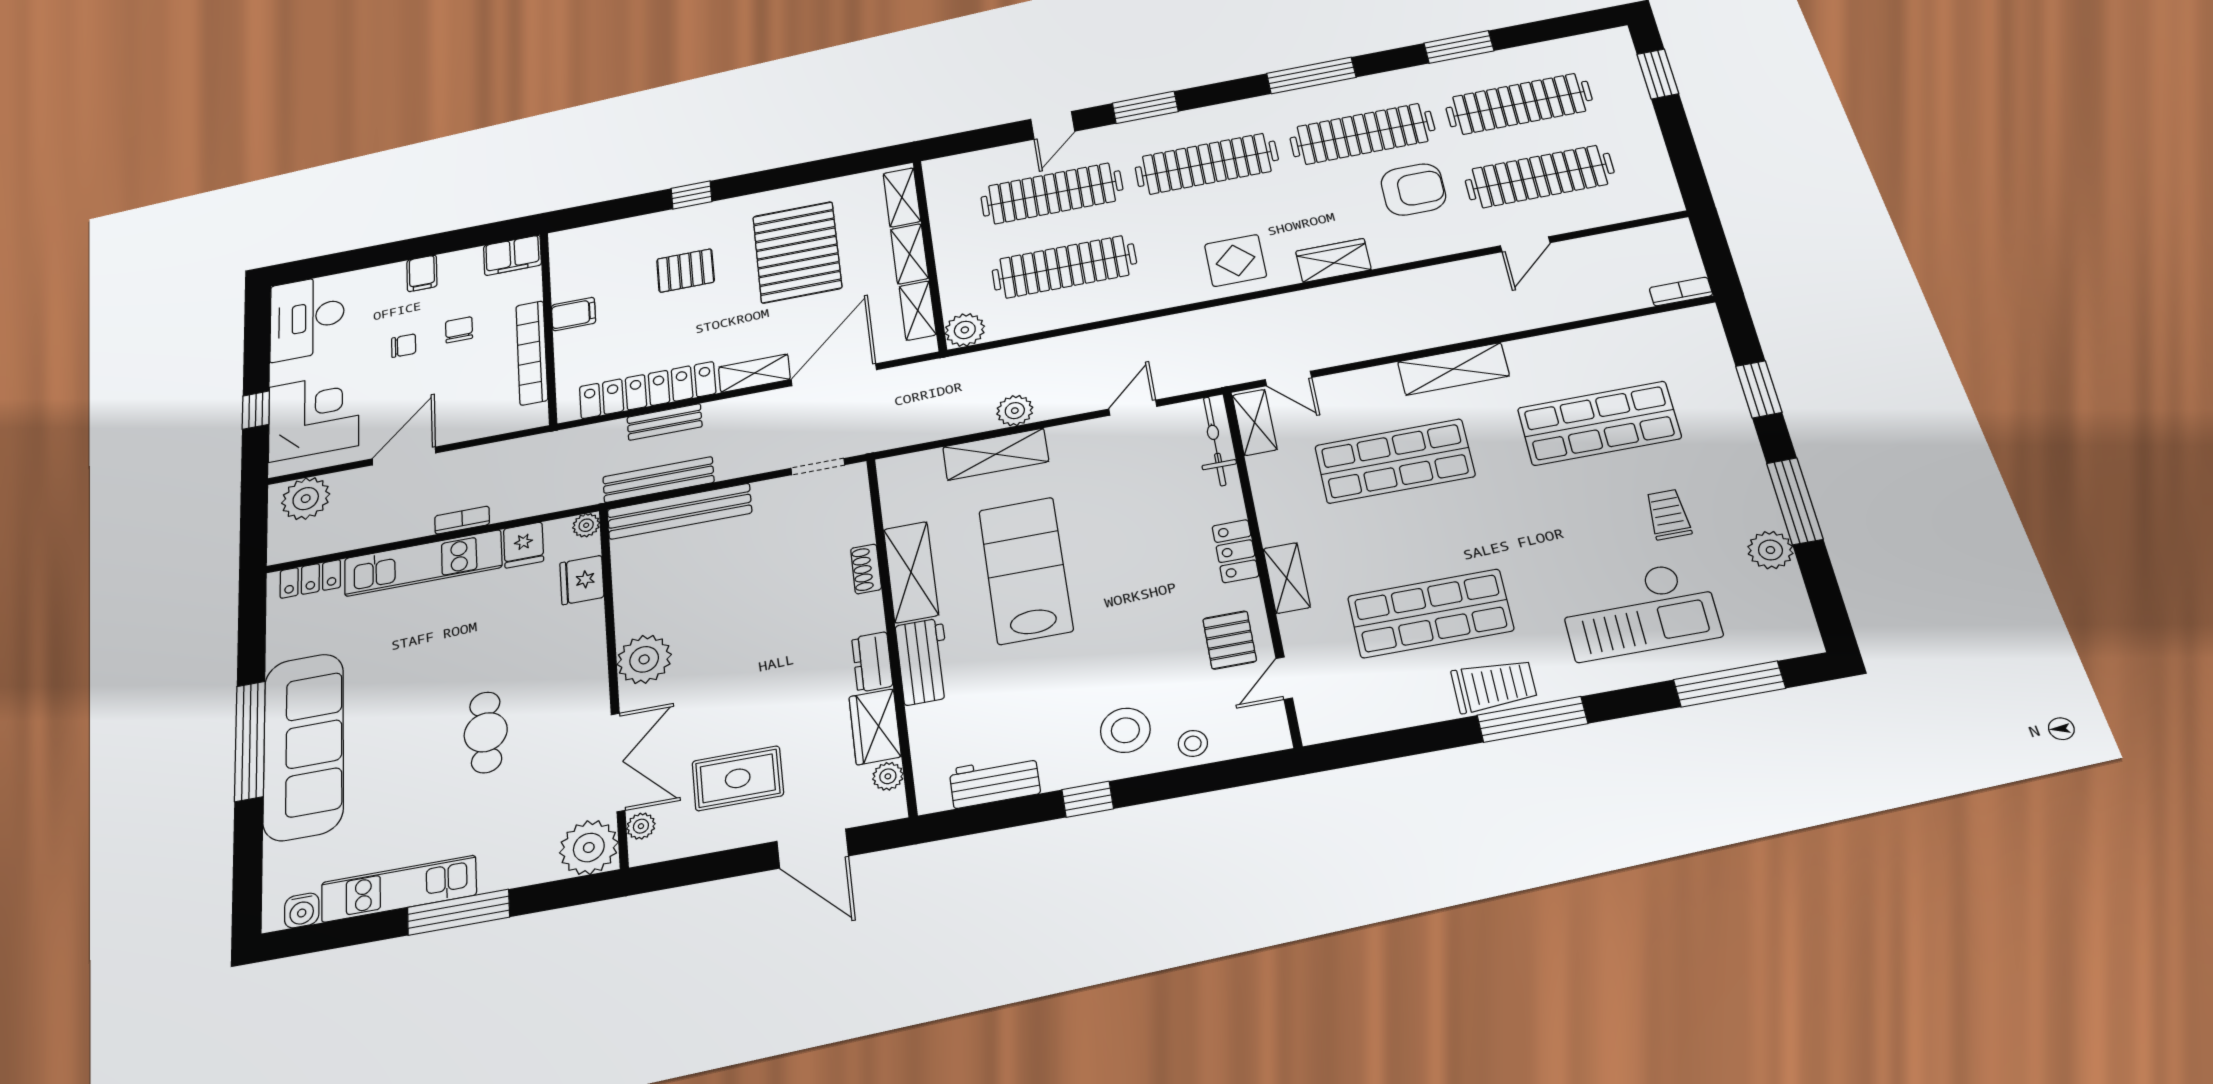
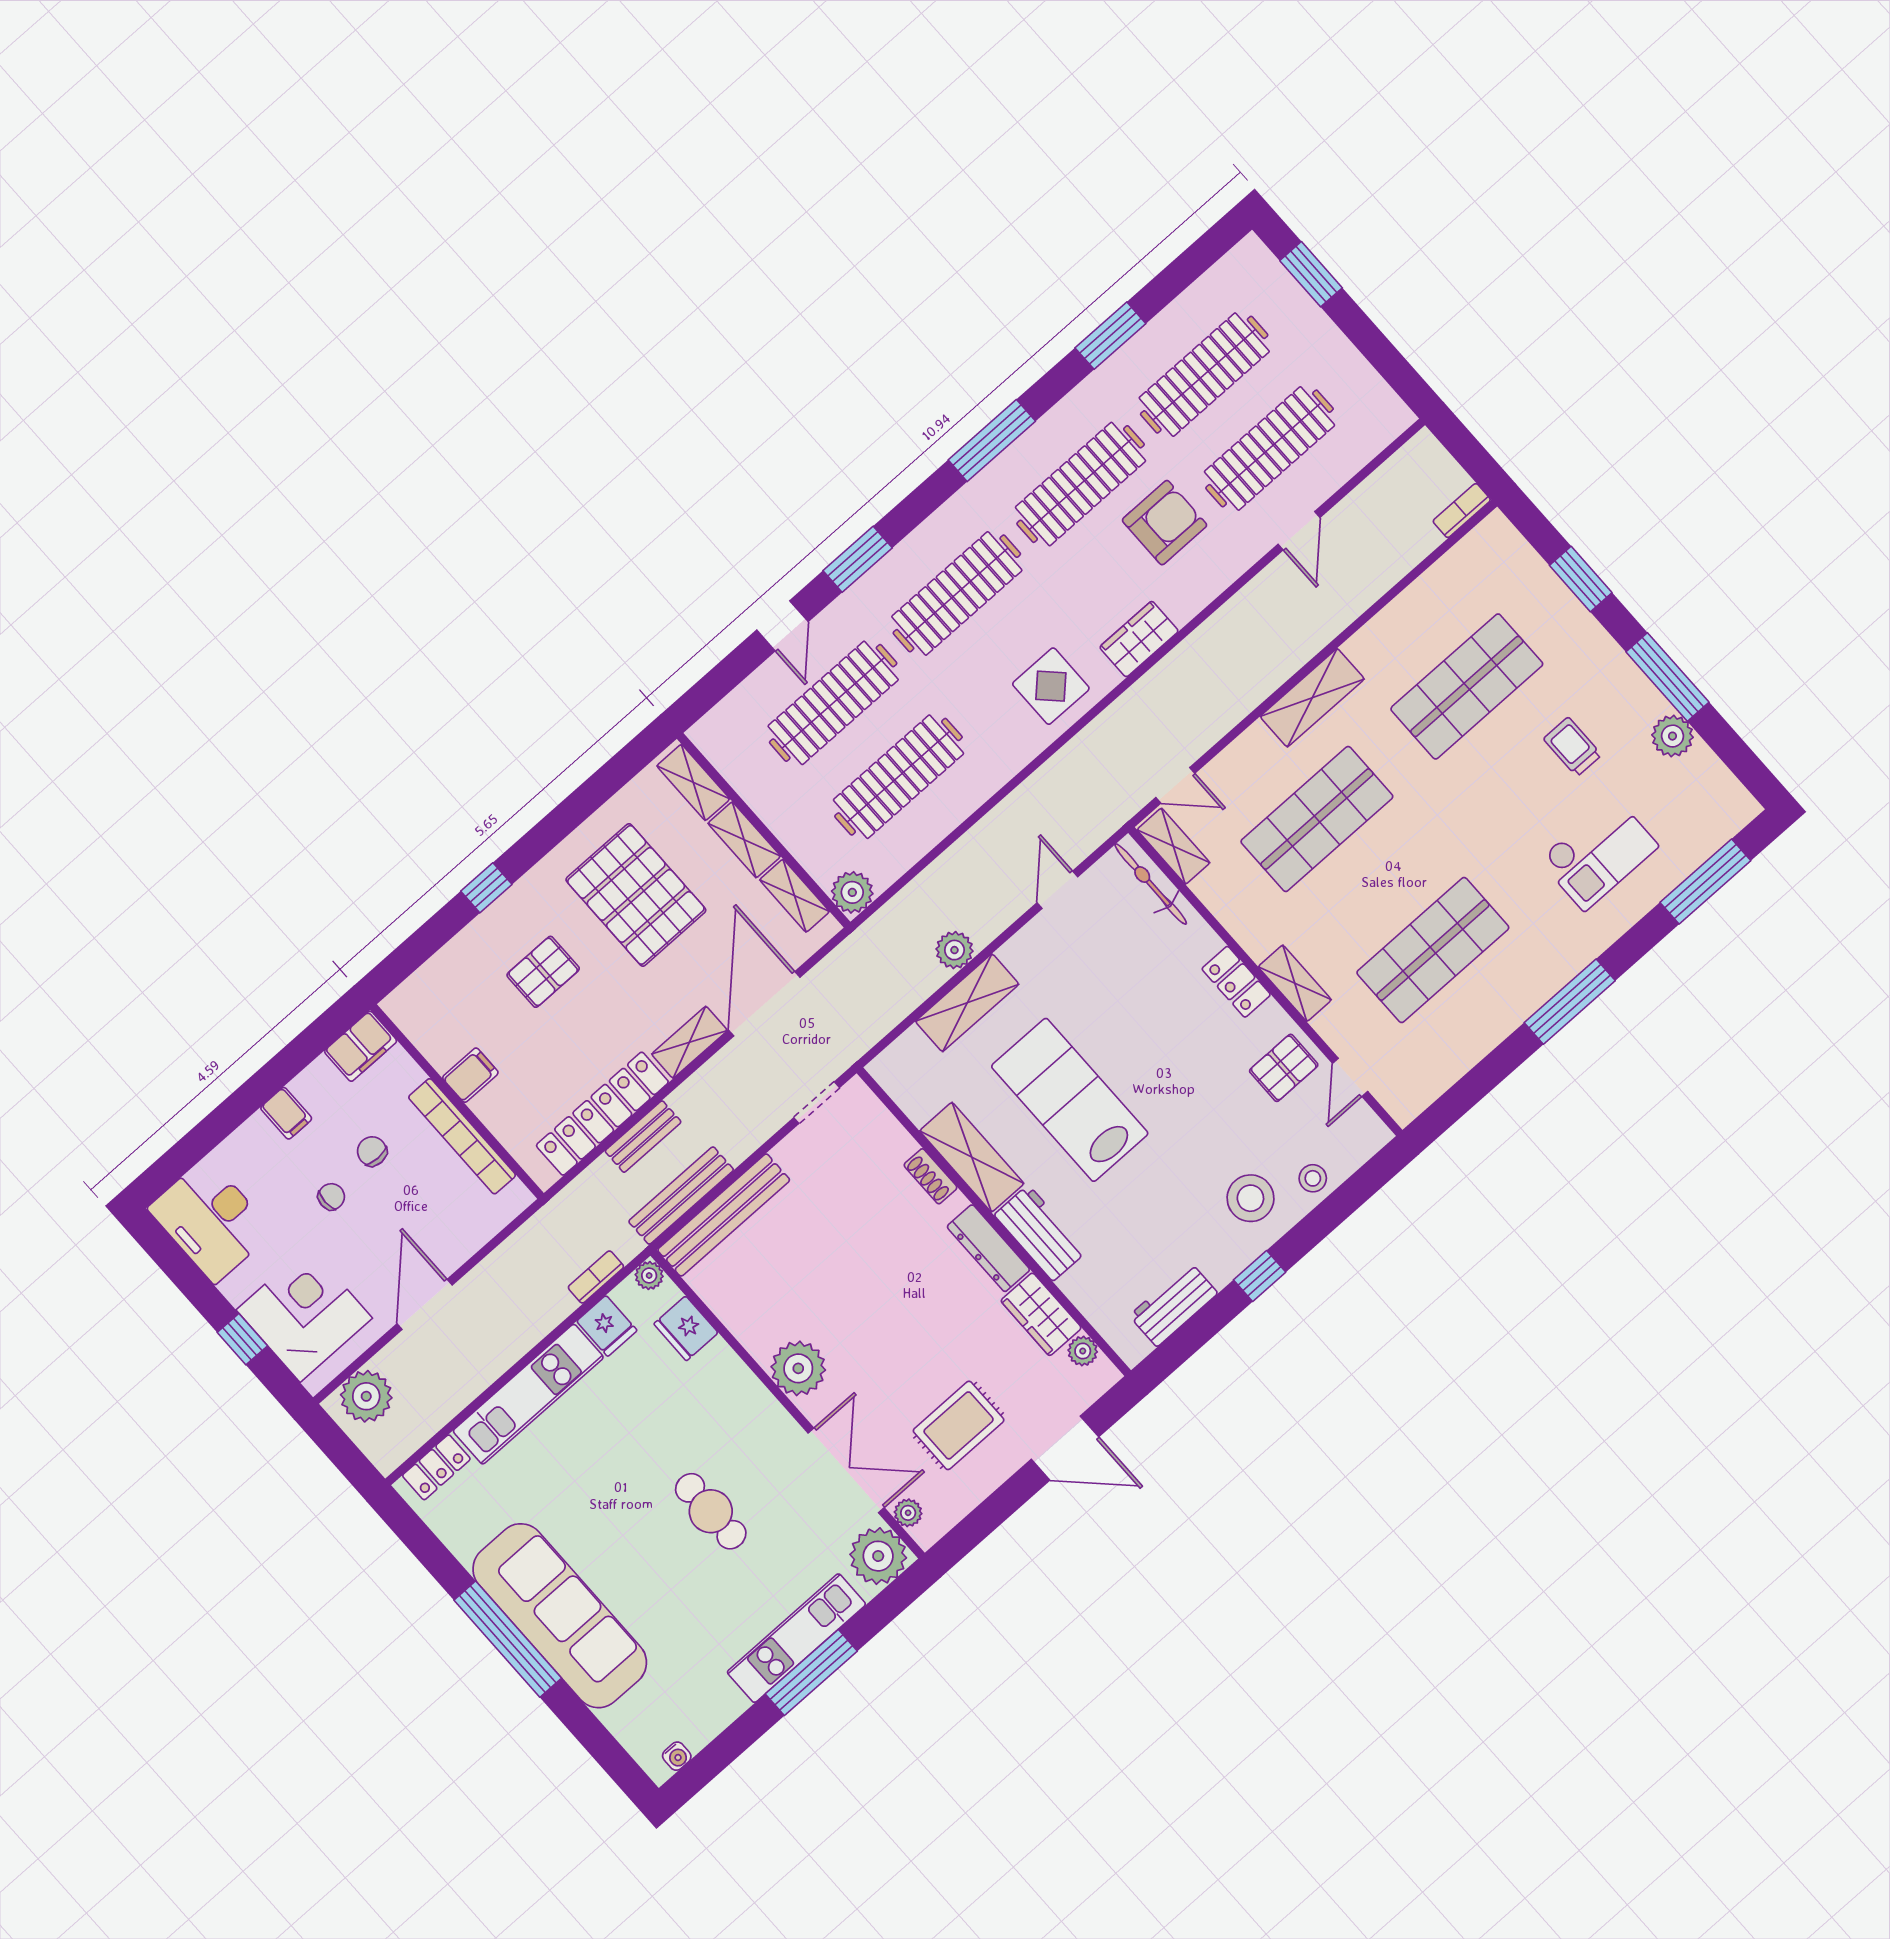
bookcase: (462, 520) -> (596, 1277), moved
checkout: (1639, 611) -> (1599, 853), width x0.73, depth x0.83
pallet: (1230, 640) -> (1284, 1068), turned 90
dresser: (872, 662) -> (988, 1248), width x1.44
trolley: (1494, 686) -> (1522, 988), removed
kitchen unit: (399, 889) -> (796, 1638), moved
water cooler: (302, 910) -> (677, 1756), width x0.72, depth x0.72

